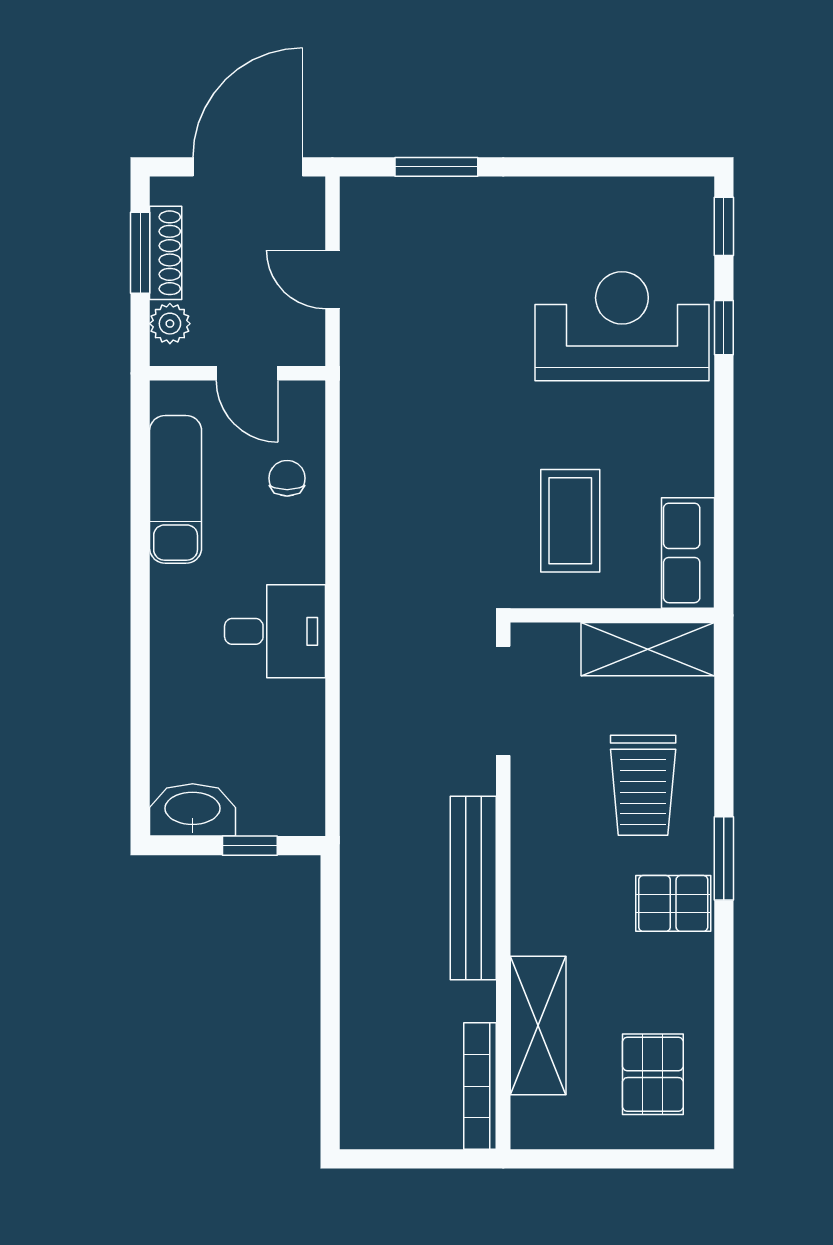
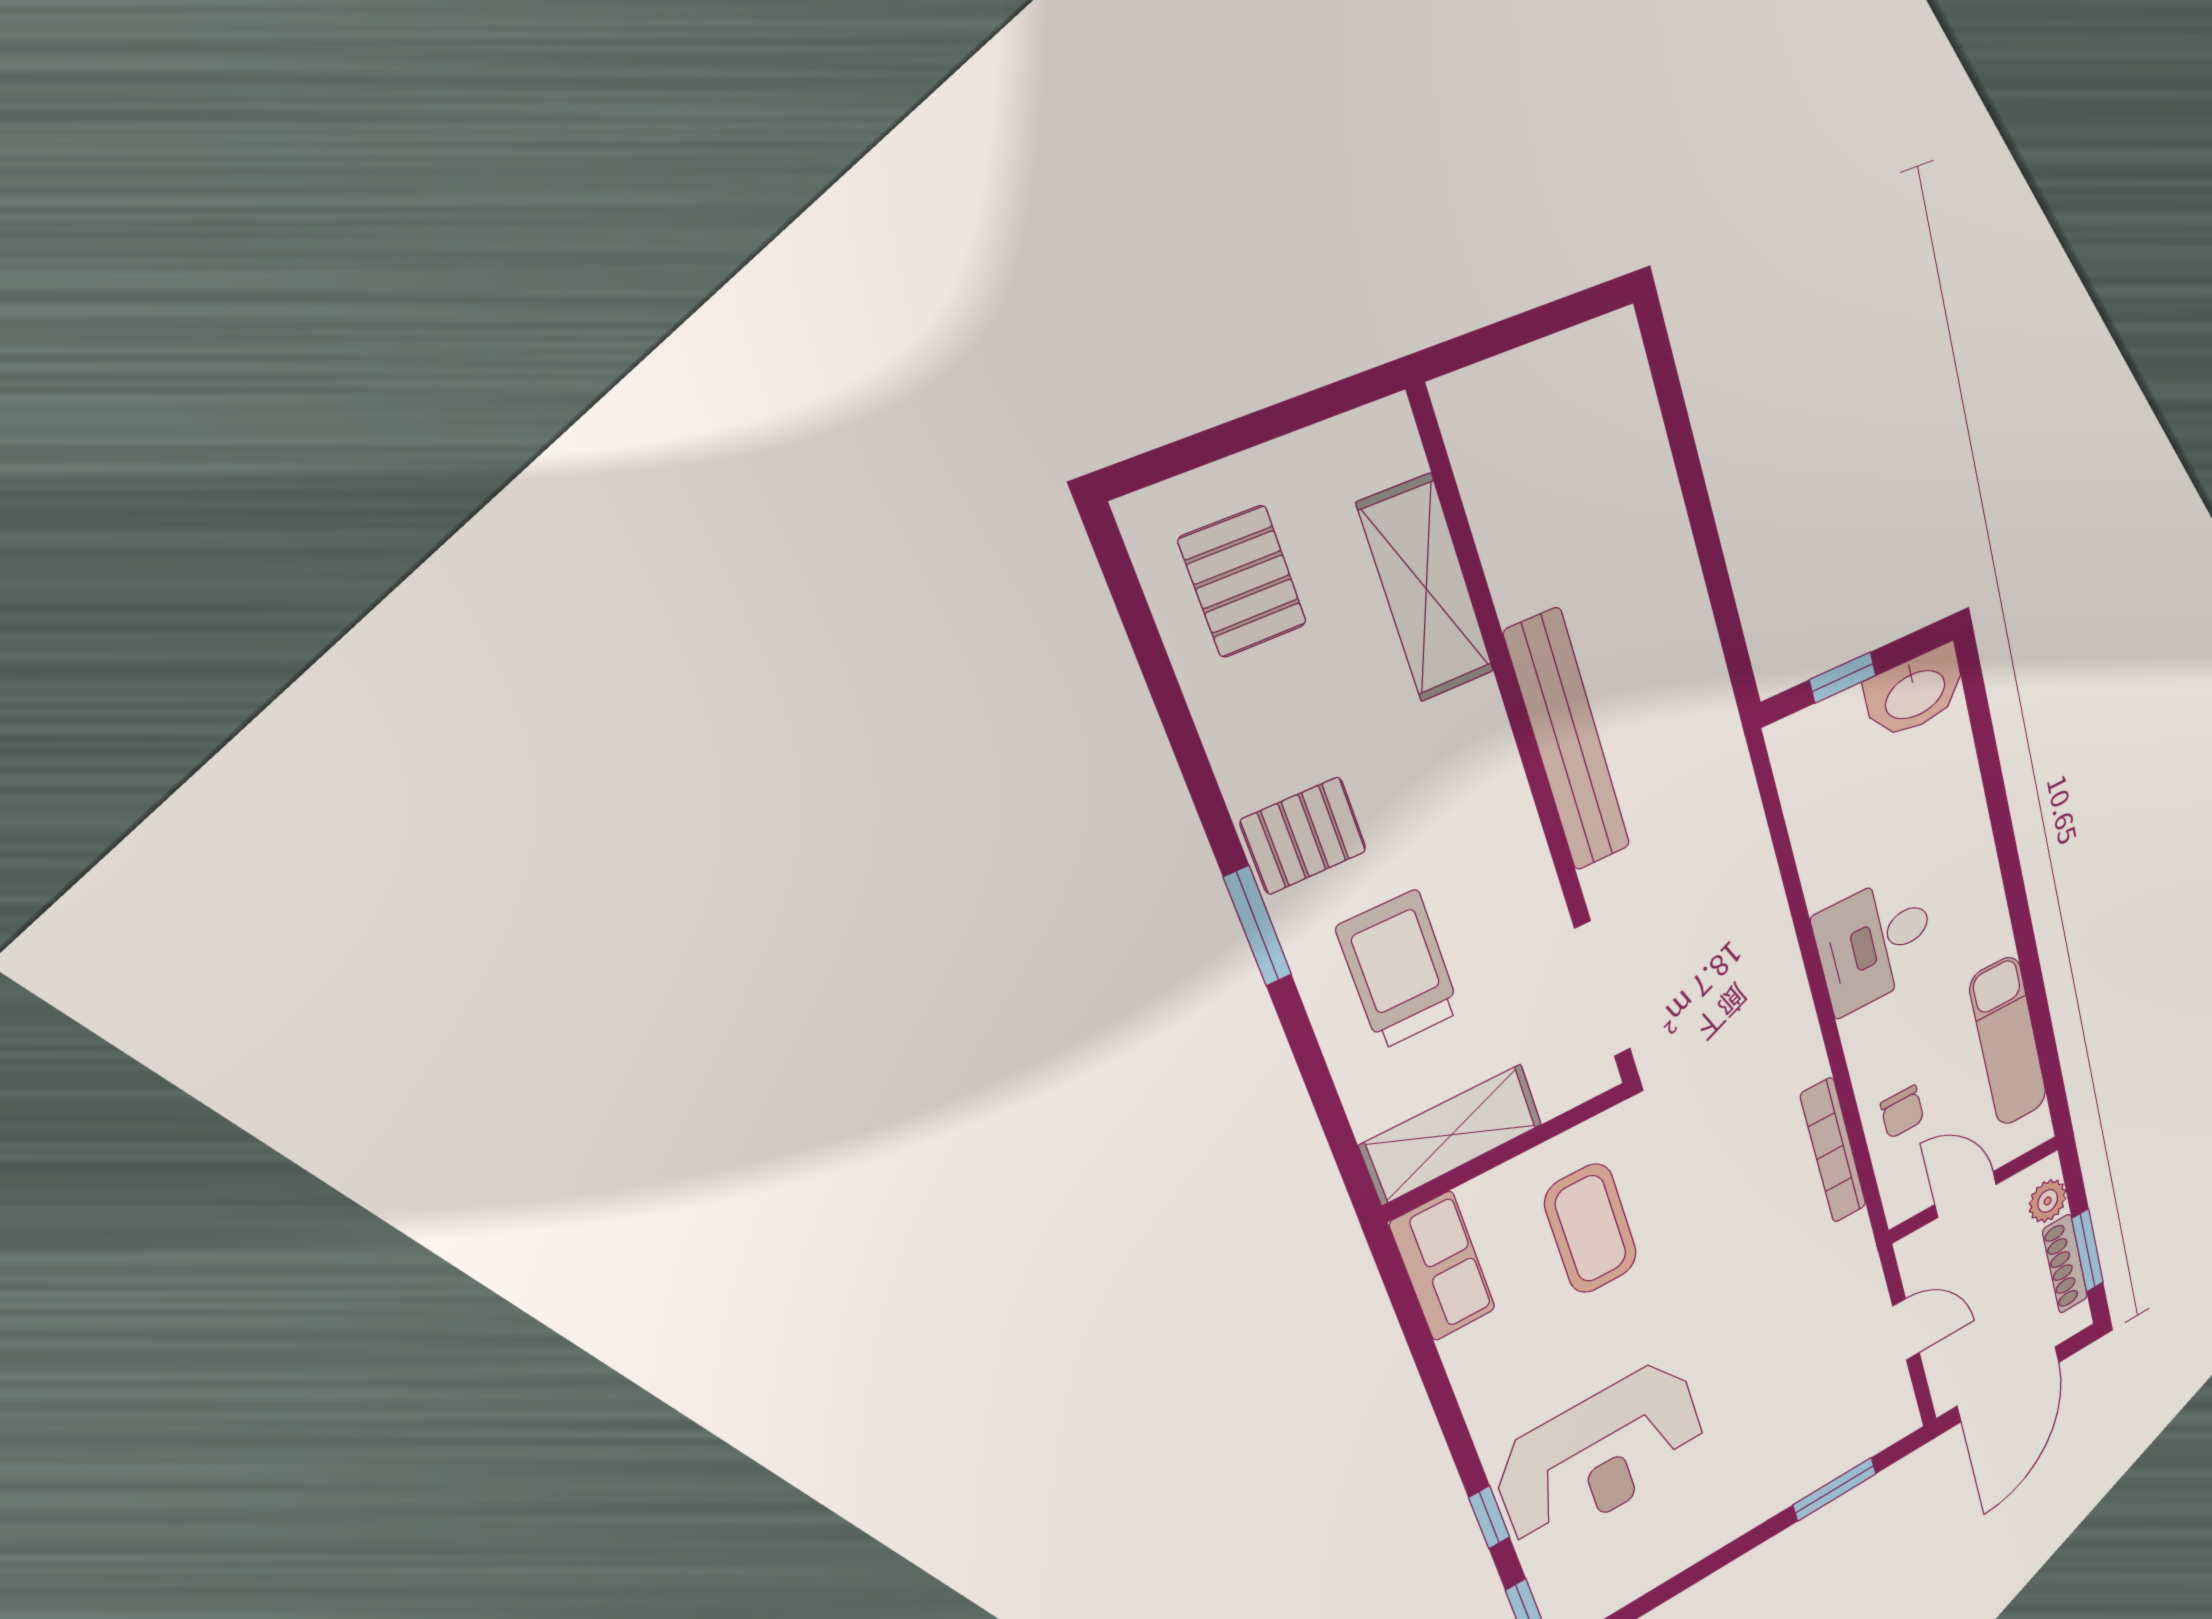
bookcase: (480, 1086) -> (1833, 1151), moved, turned 180

